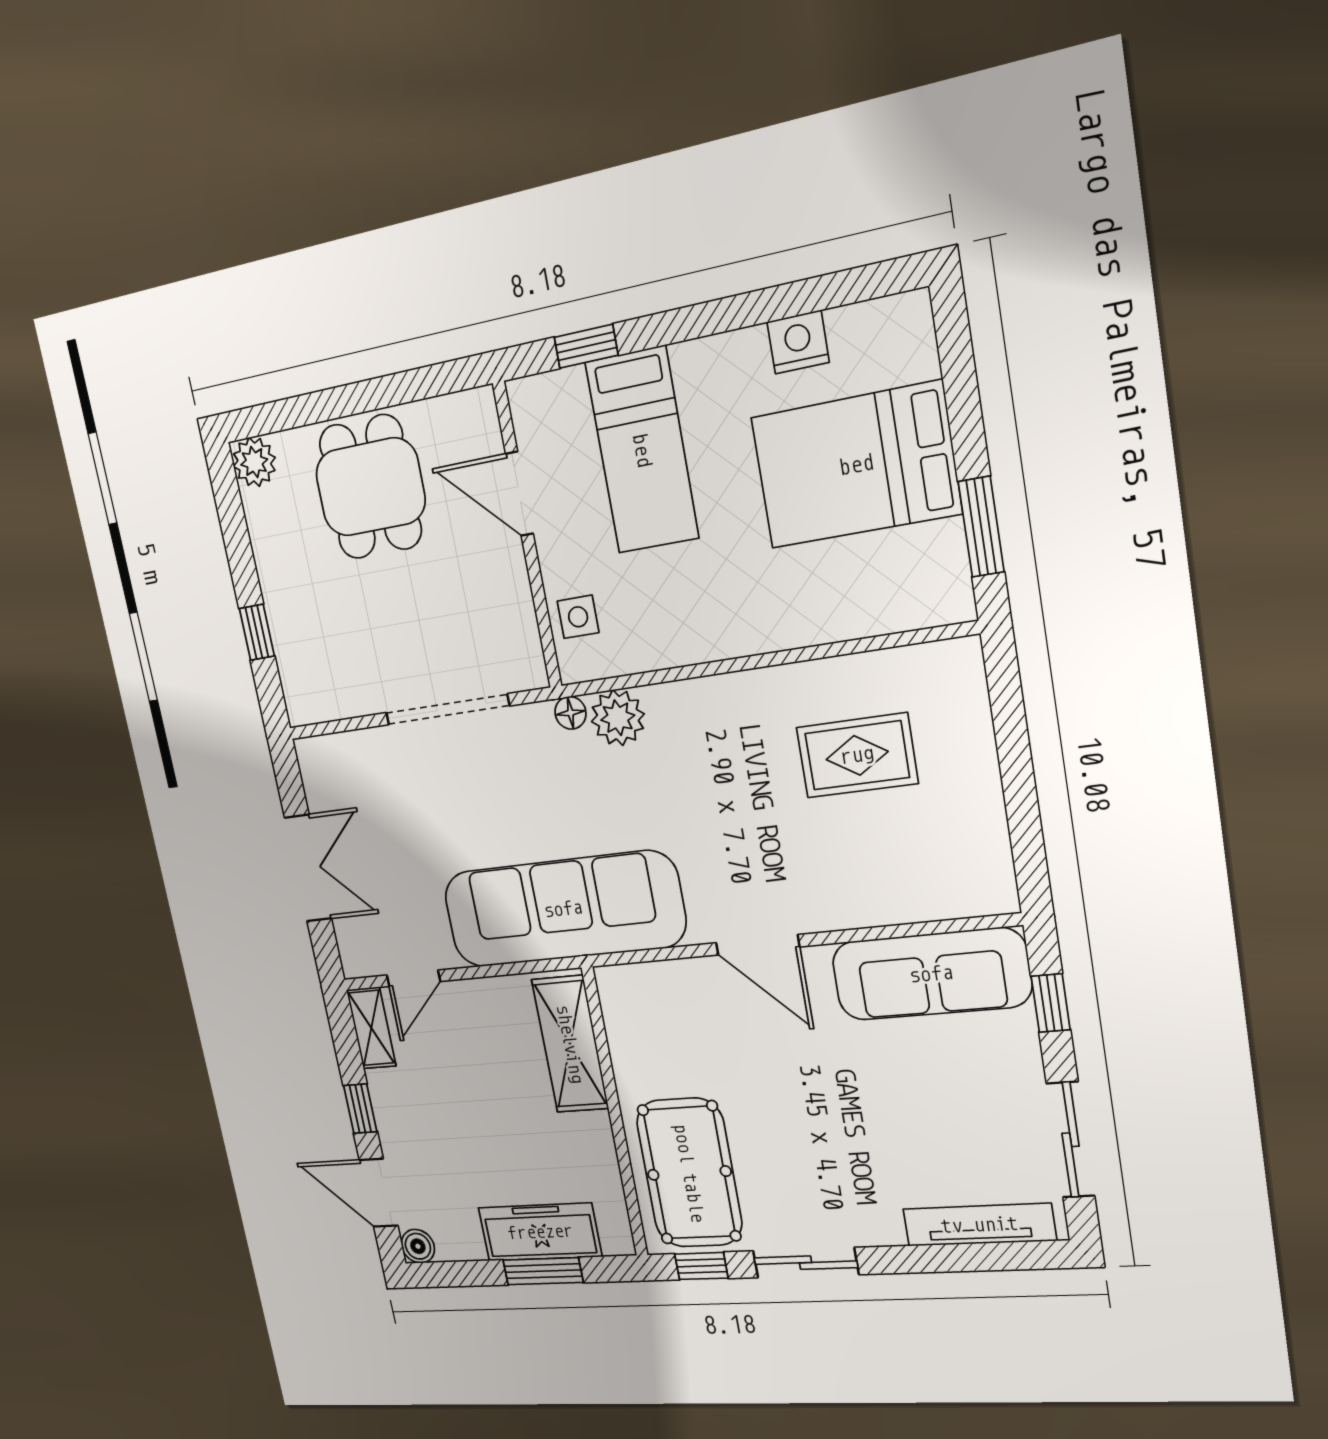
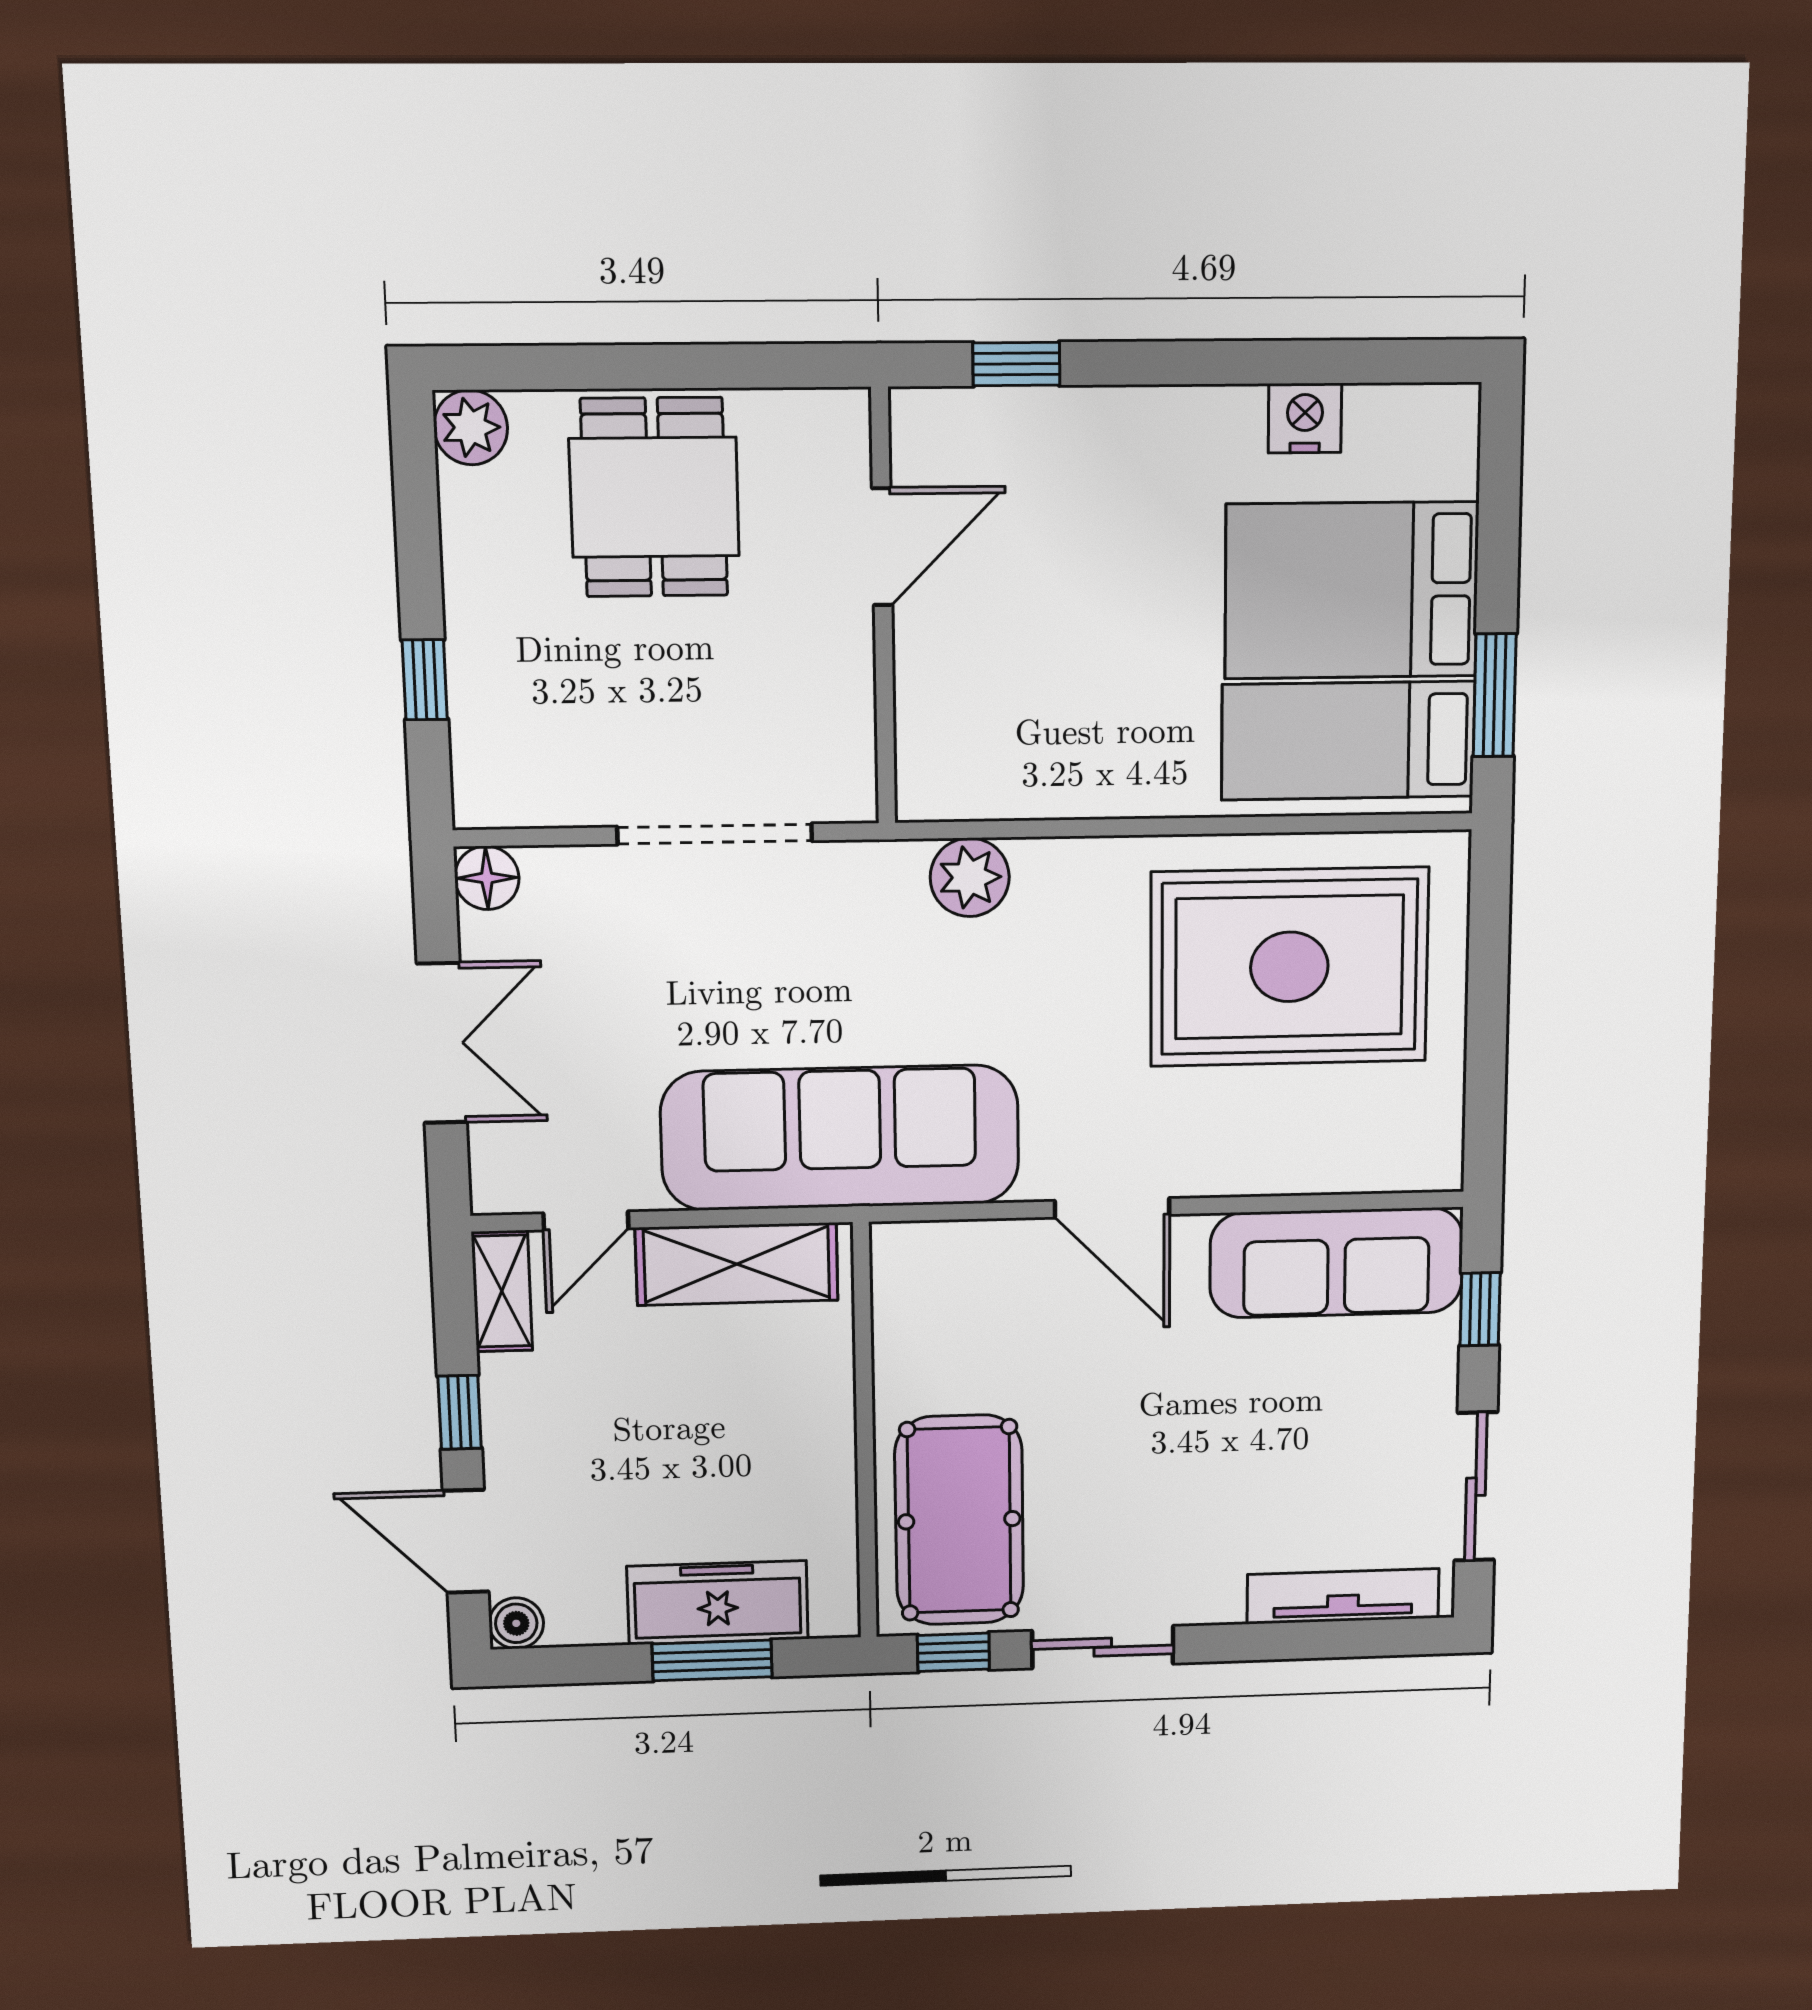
bed: (642, 450) -> (1348, 741), moved, turned 90
door: (519, 494) -> (882, 547), swing flipped
side table: (578, 617) -> (937, 730), removed
floor lamp: (570, 713) -> (487, 878), moved, width x1.37, depth x1.37
rug: (857, 755) -> (1289, 967), width x1.86, depth x2.06
shelving: (570, 1044) -> (737, 1264), moved, turned 90

